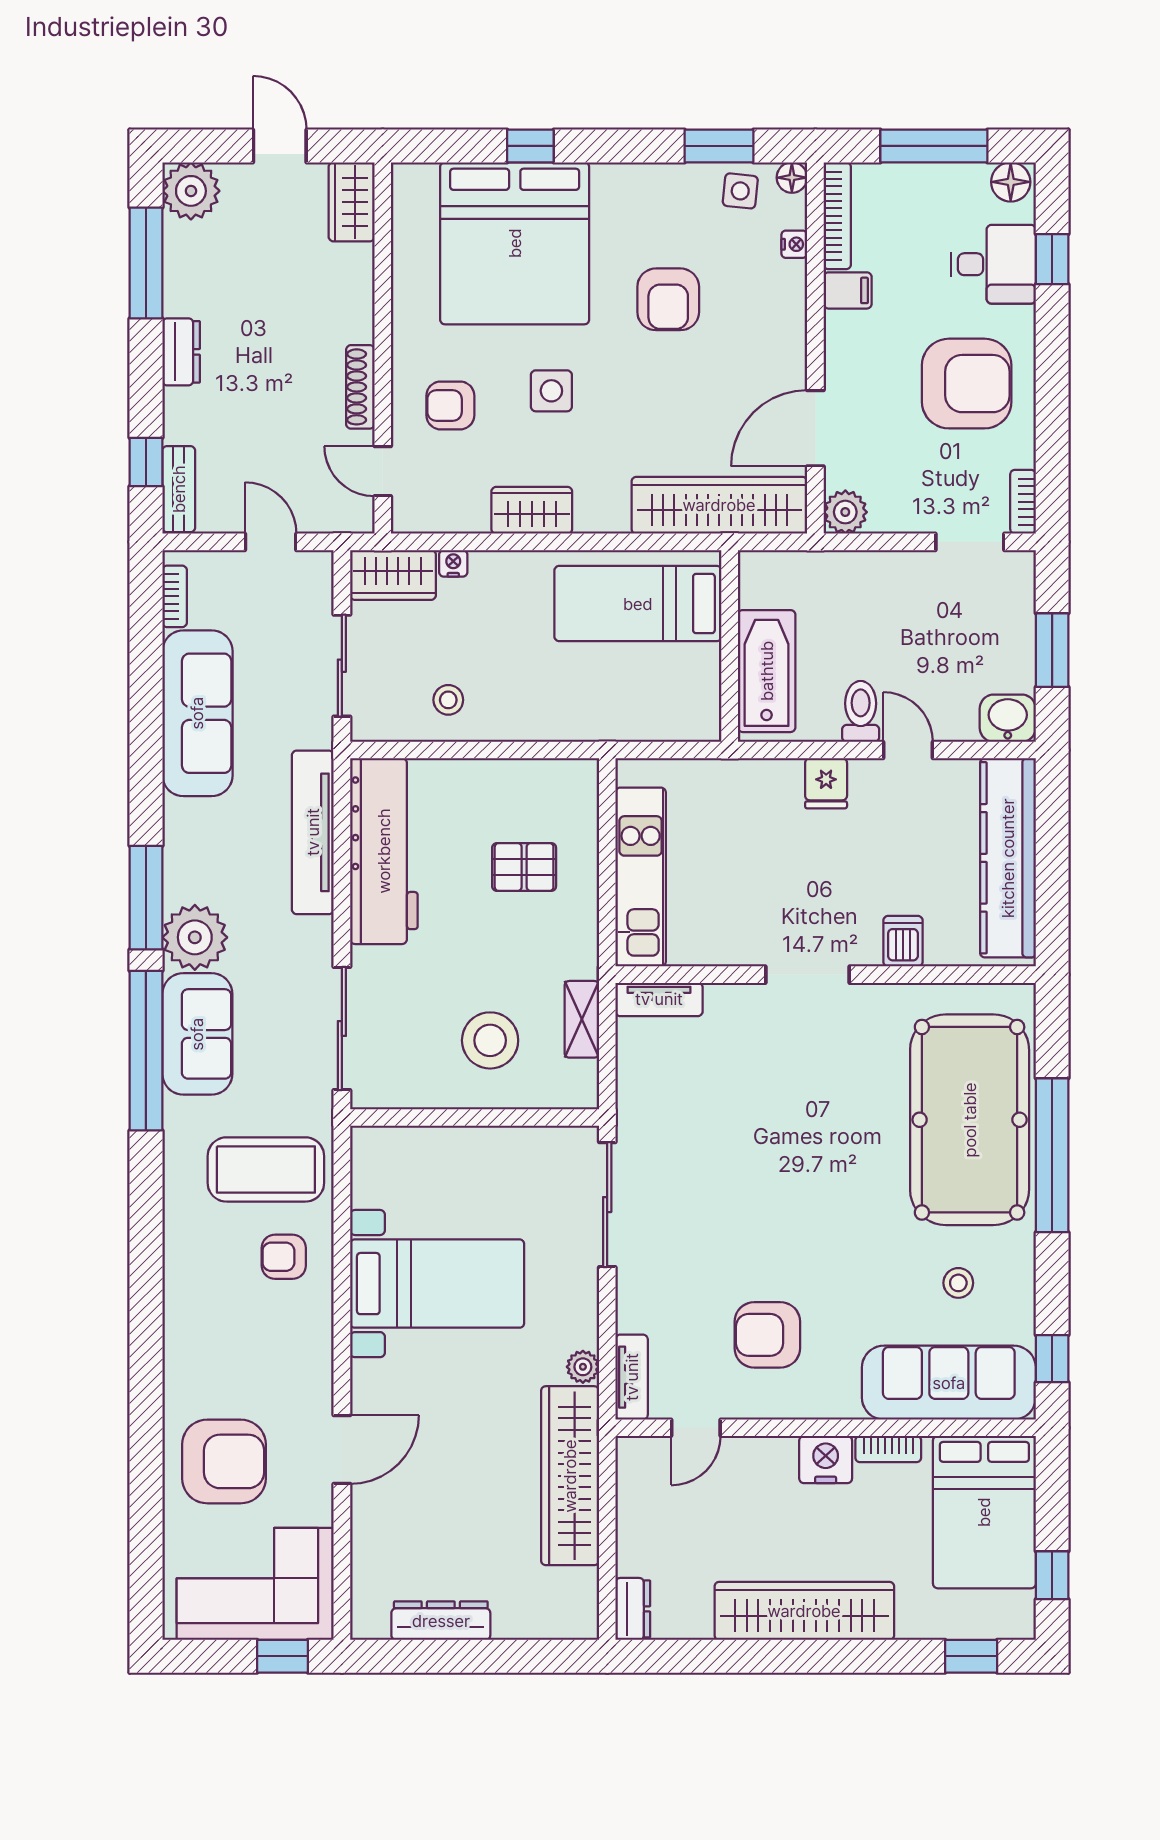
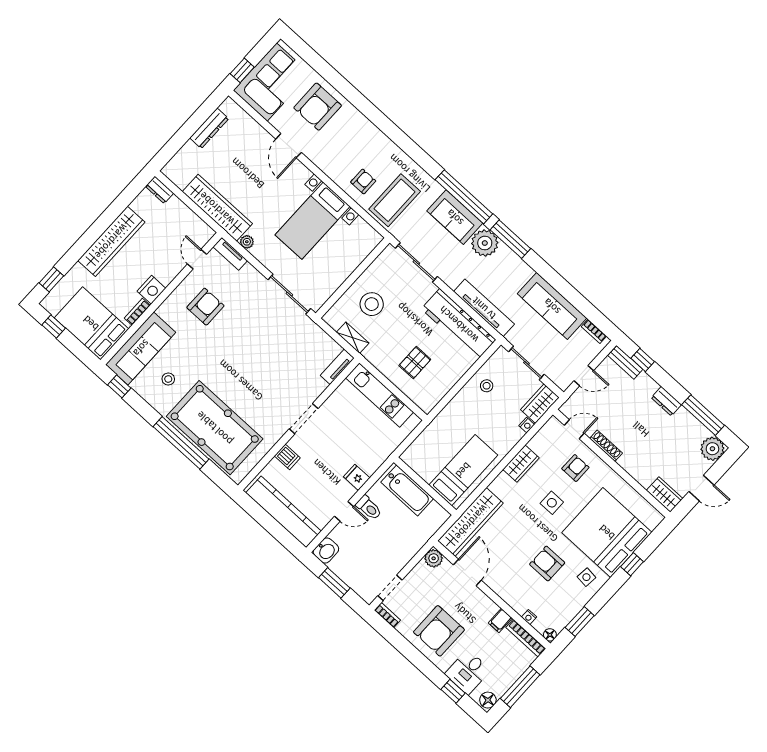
side table: (740, 191) -> (586, 577), moved

